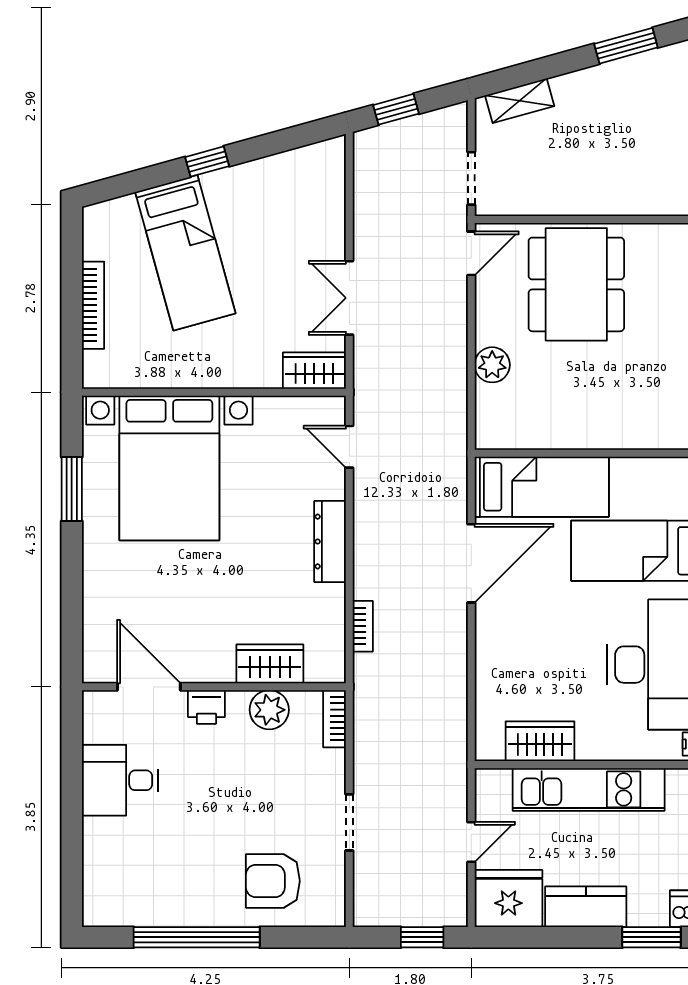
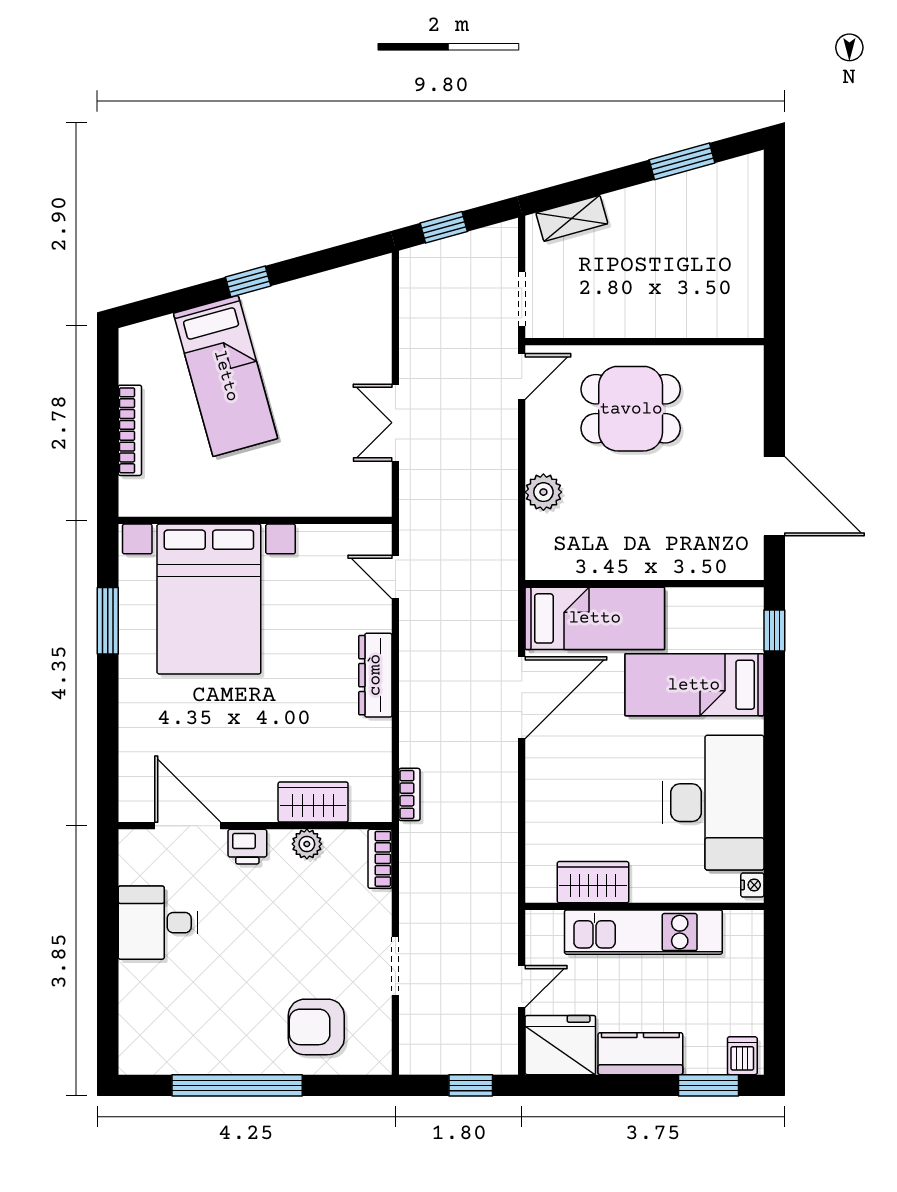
dining table: (576, 284) -> (631, 409), width x0.73
wardrobe: (314, 371) -> (359, 498), removed
bookcase: (363, 626) -> (409, 794), moved
plant: (269, 710) -> (307, 844), width x0.73, depth x0.73

